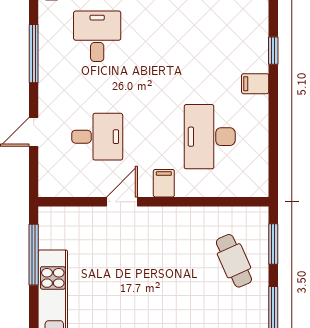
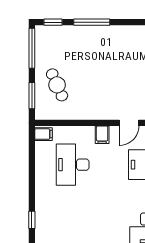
filing cabinet: (255, 84) -> (43, 134), moved
desk: (210, 137) -> (73, 165), turned 180

